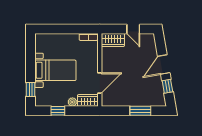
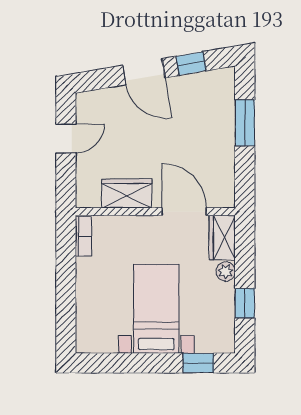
wardrobe: (113, 40) -> (127, 194), moved, turned -90

